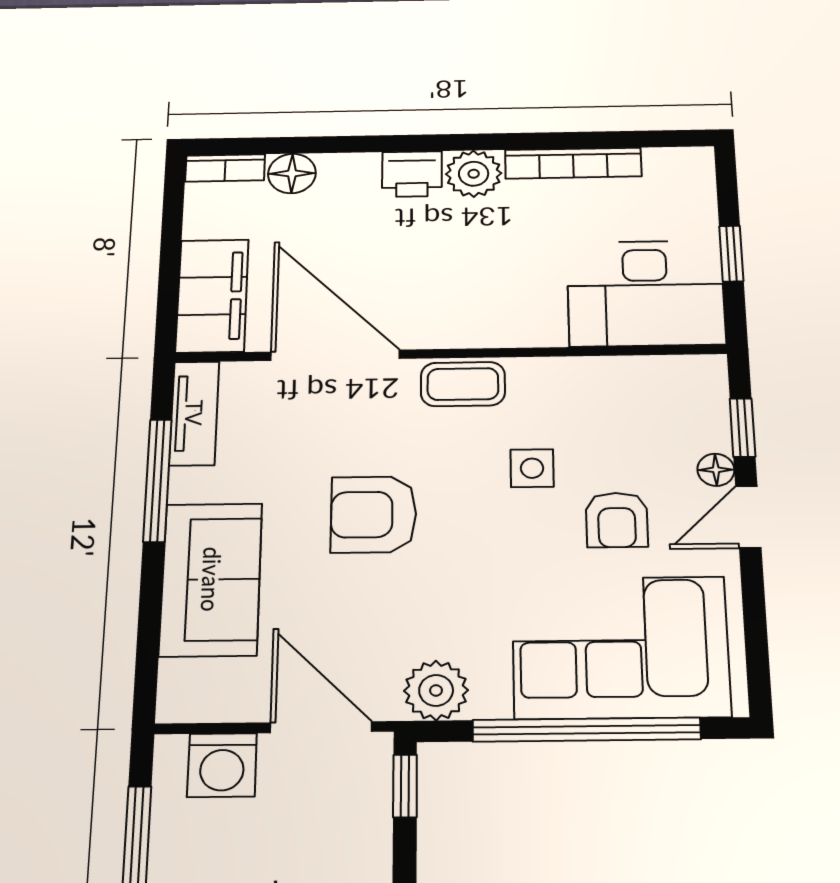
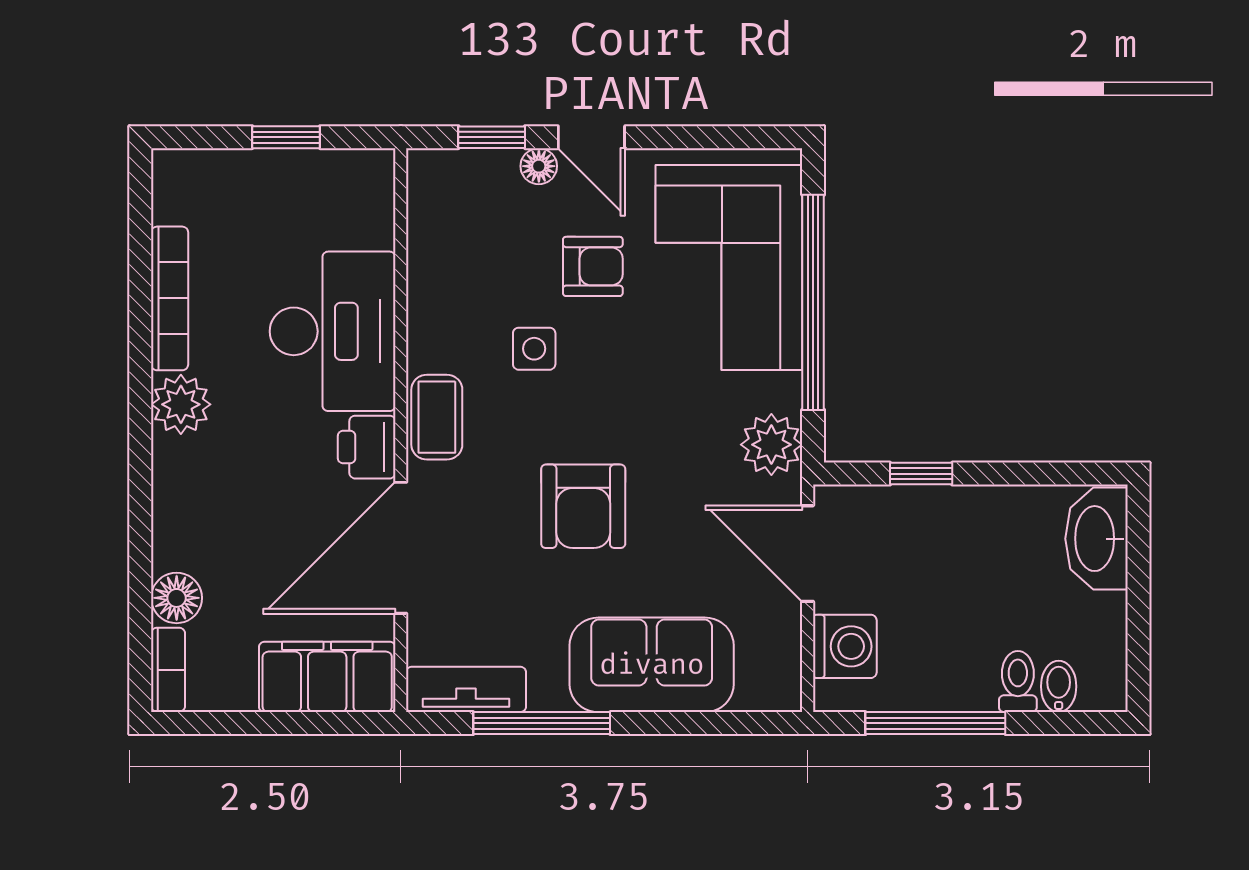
printer: (412, 174) -> (367, 447), moved, turned 180
desk: (646, 293) -> (333, 331), moved
door: (321, 727) -> (808, 554), hinge flipped
window: (405, 786) -> (921, 474), moved

